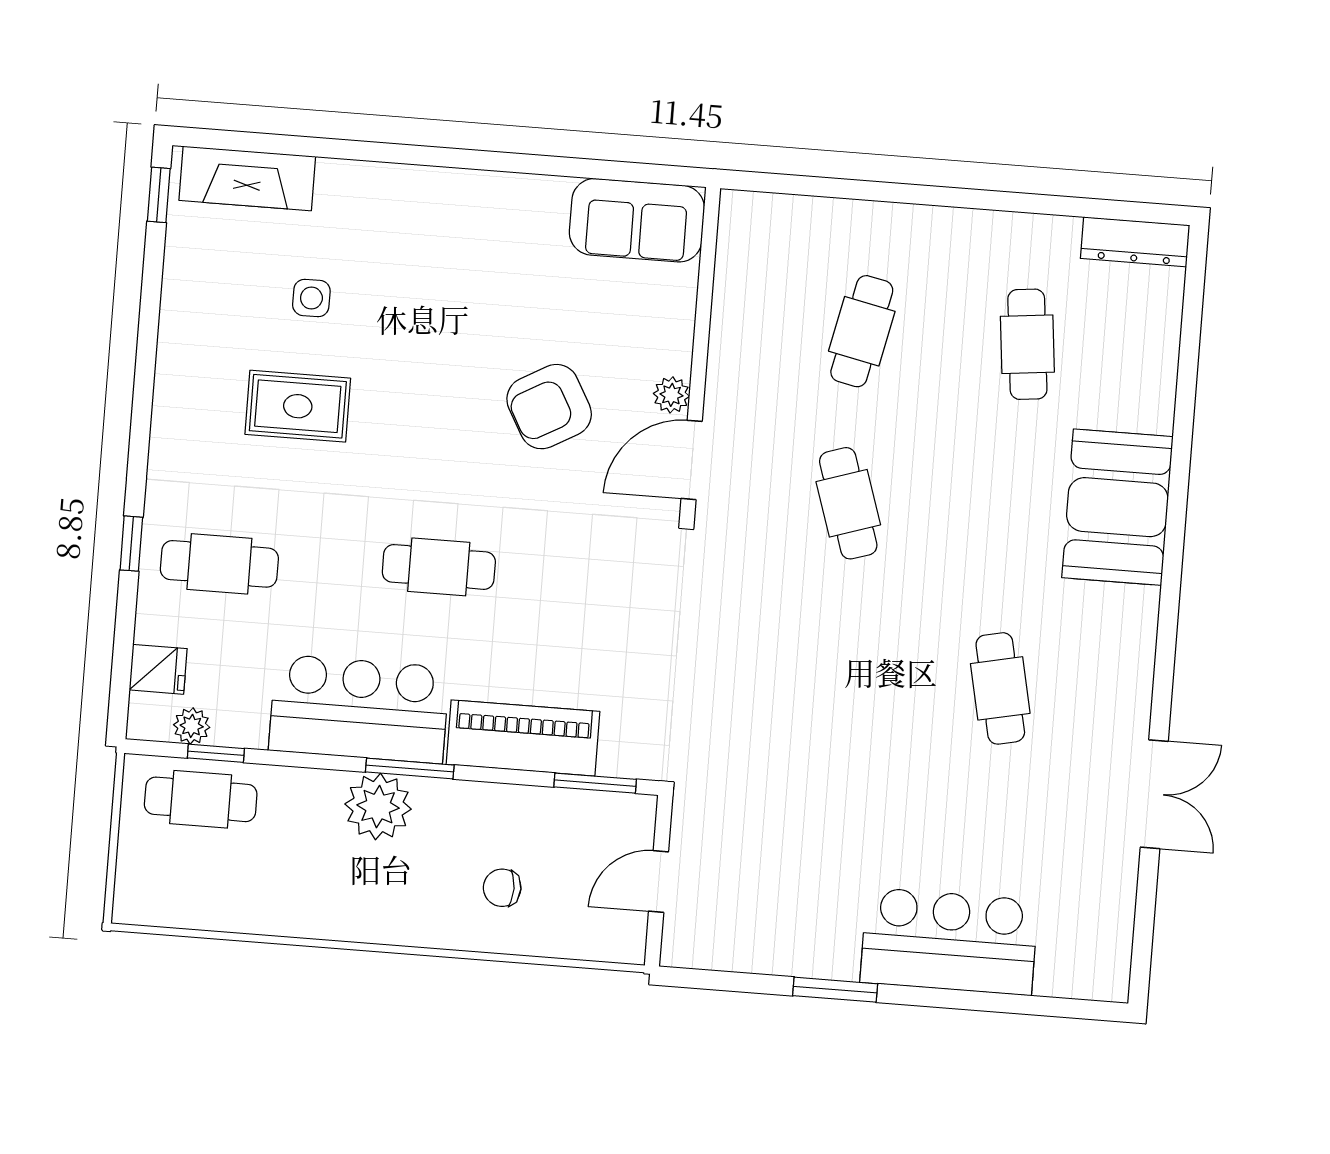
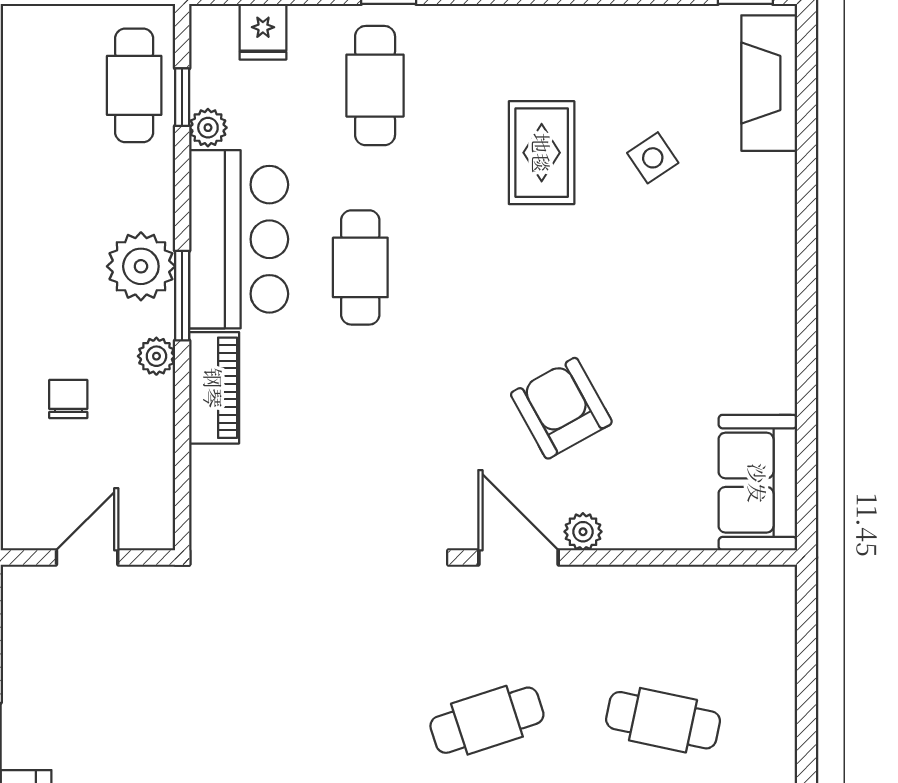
side table: (311, 298) -> (653, 158), turned -34
cafe table: (439, 567) -> (360, 267), moved
plant: (192, 726) -> (208, 128), moved
piano: (523, 738) -> (214, 388), width x0.73, depth x0.75
window: (595, 783) -> (182, 485), removed
plant: (467, 798) -> (156, 356), added
door: (659, 882) -> (87, 557), hinge flipped

